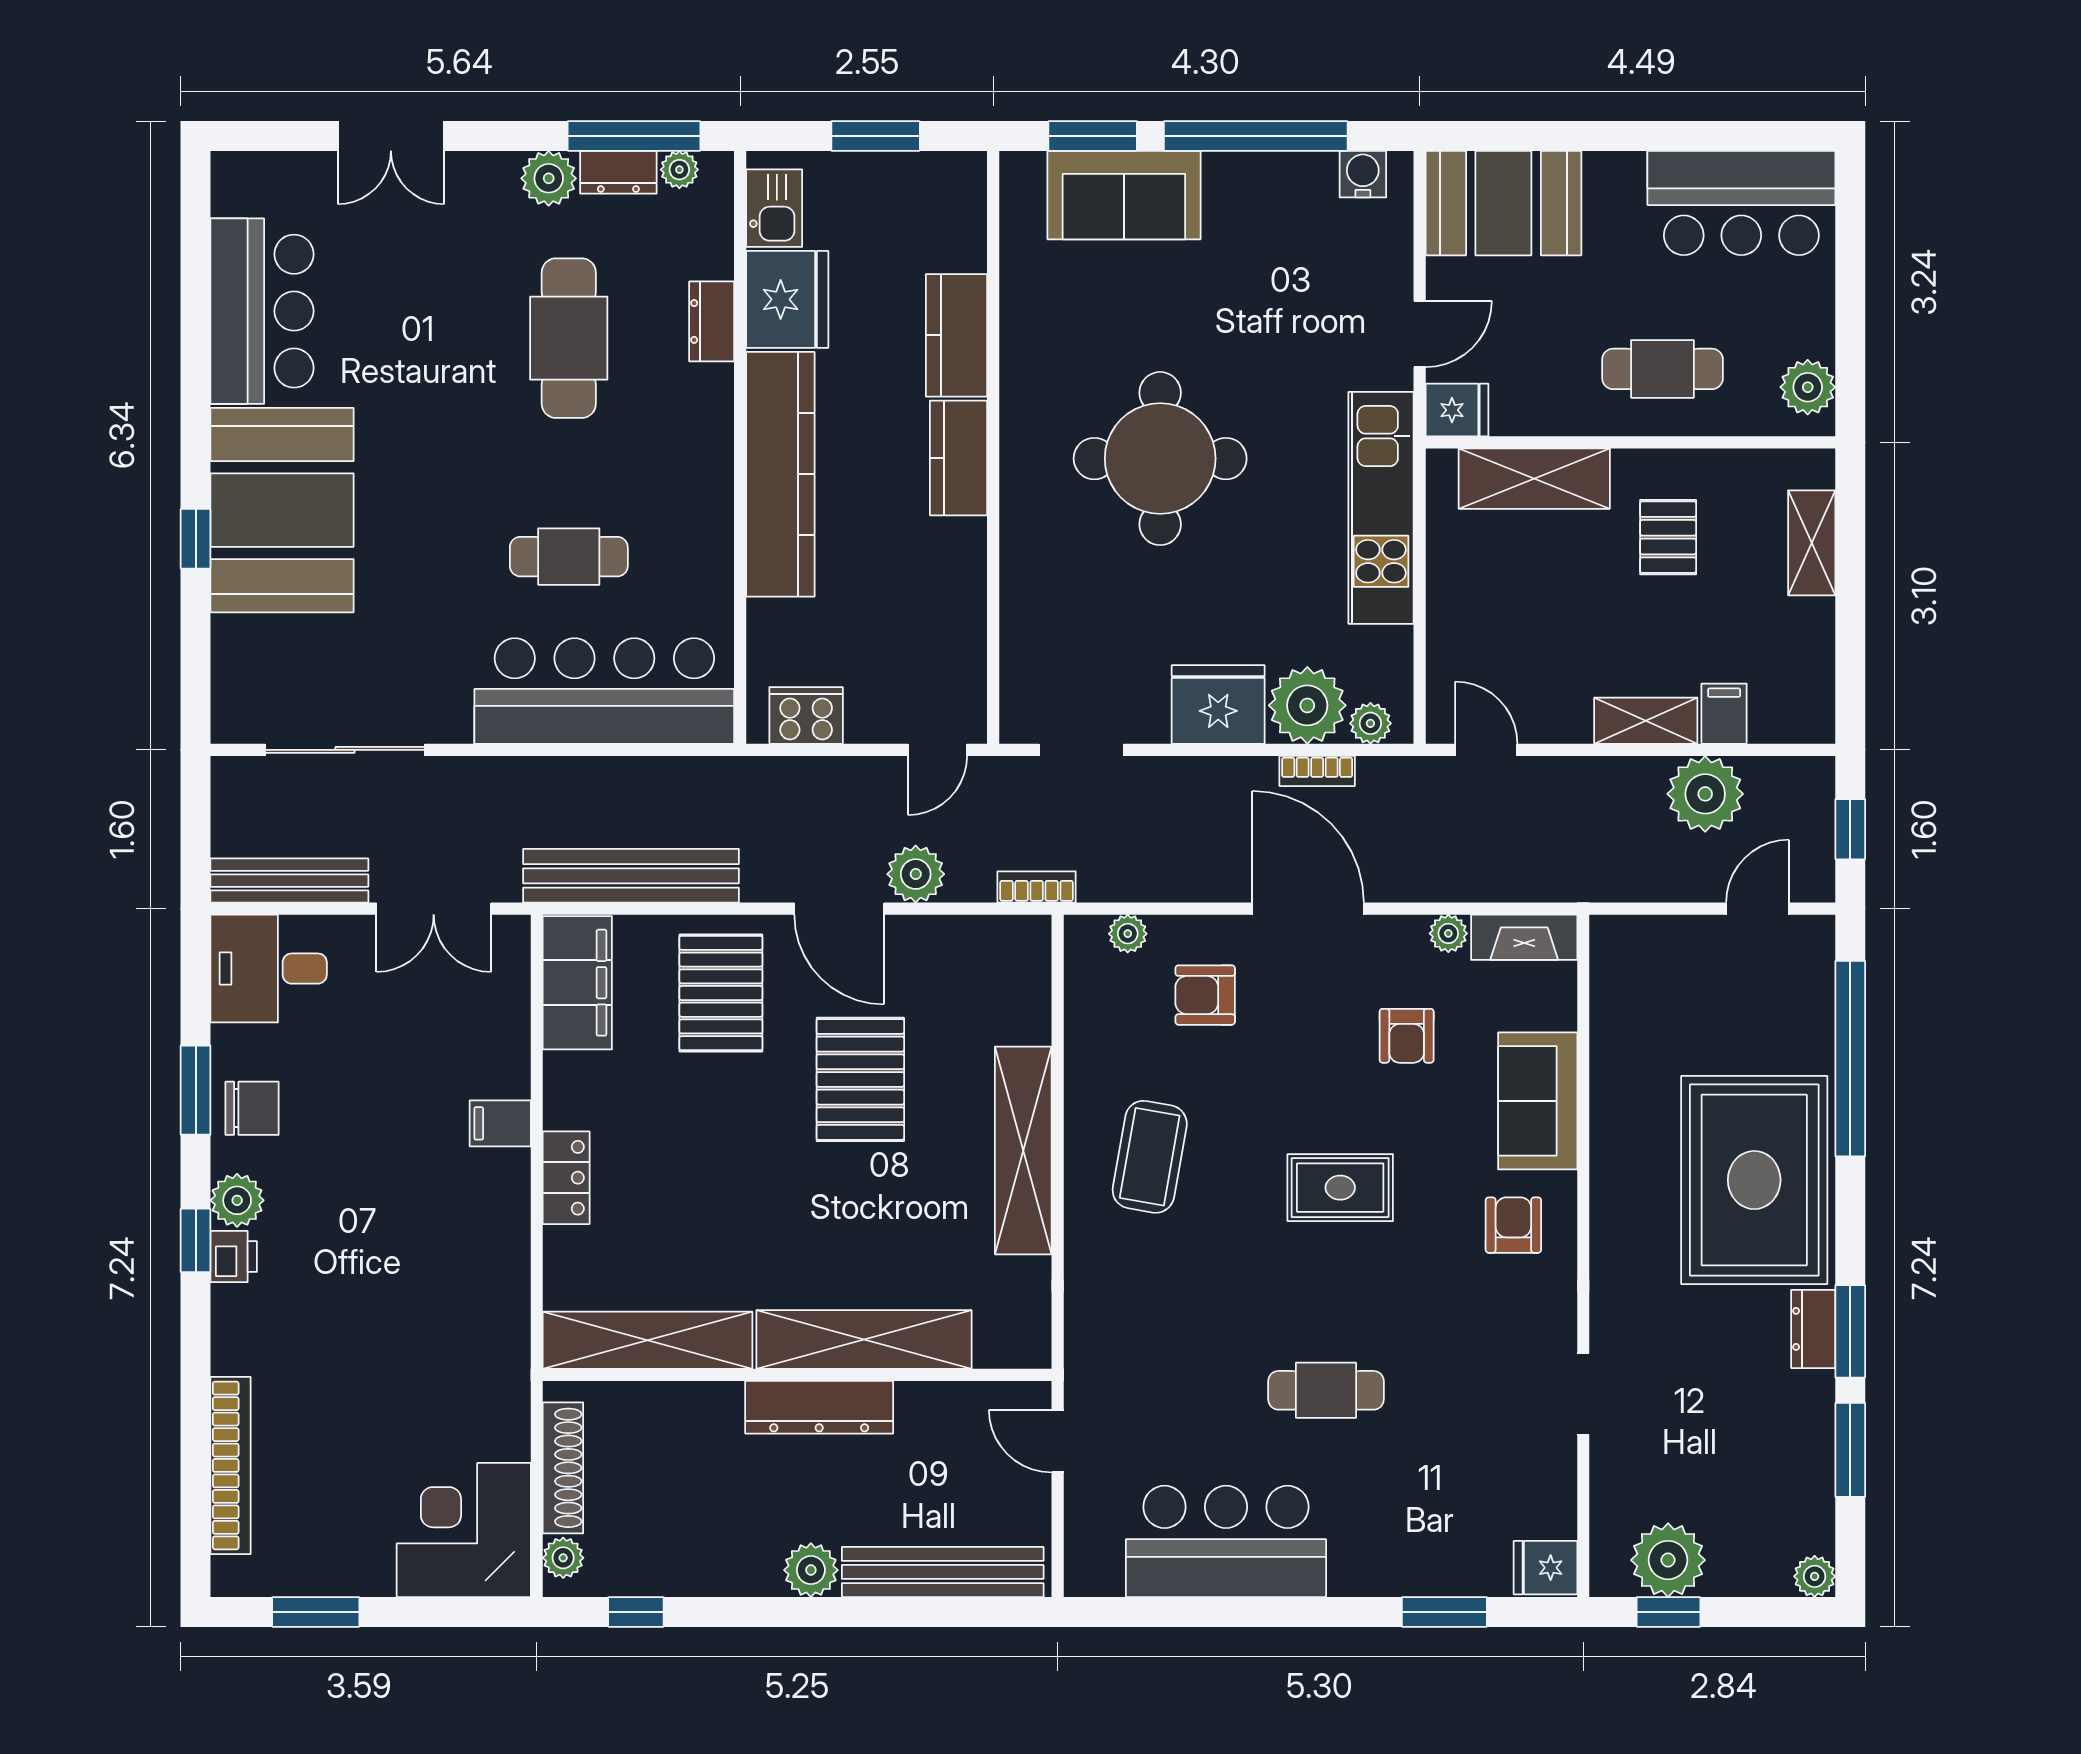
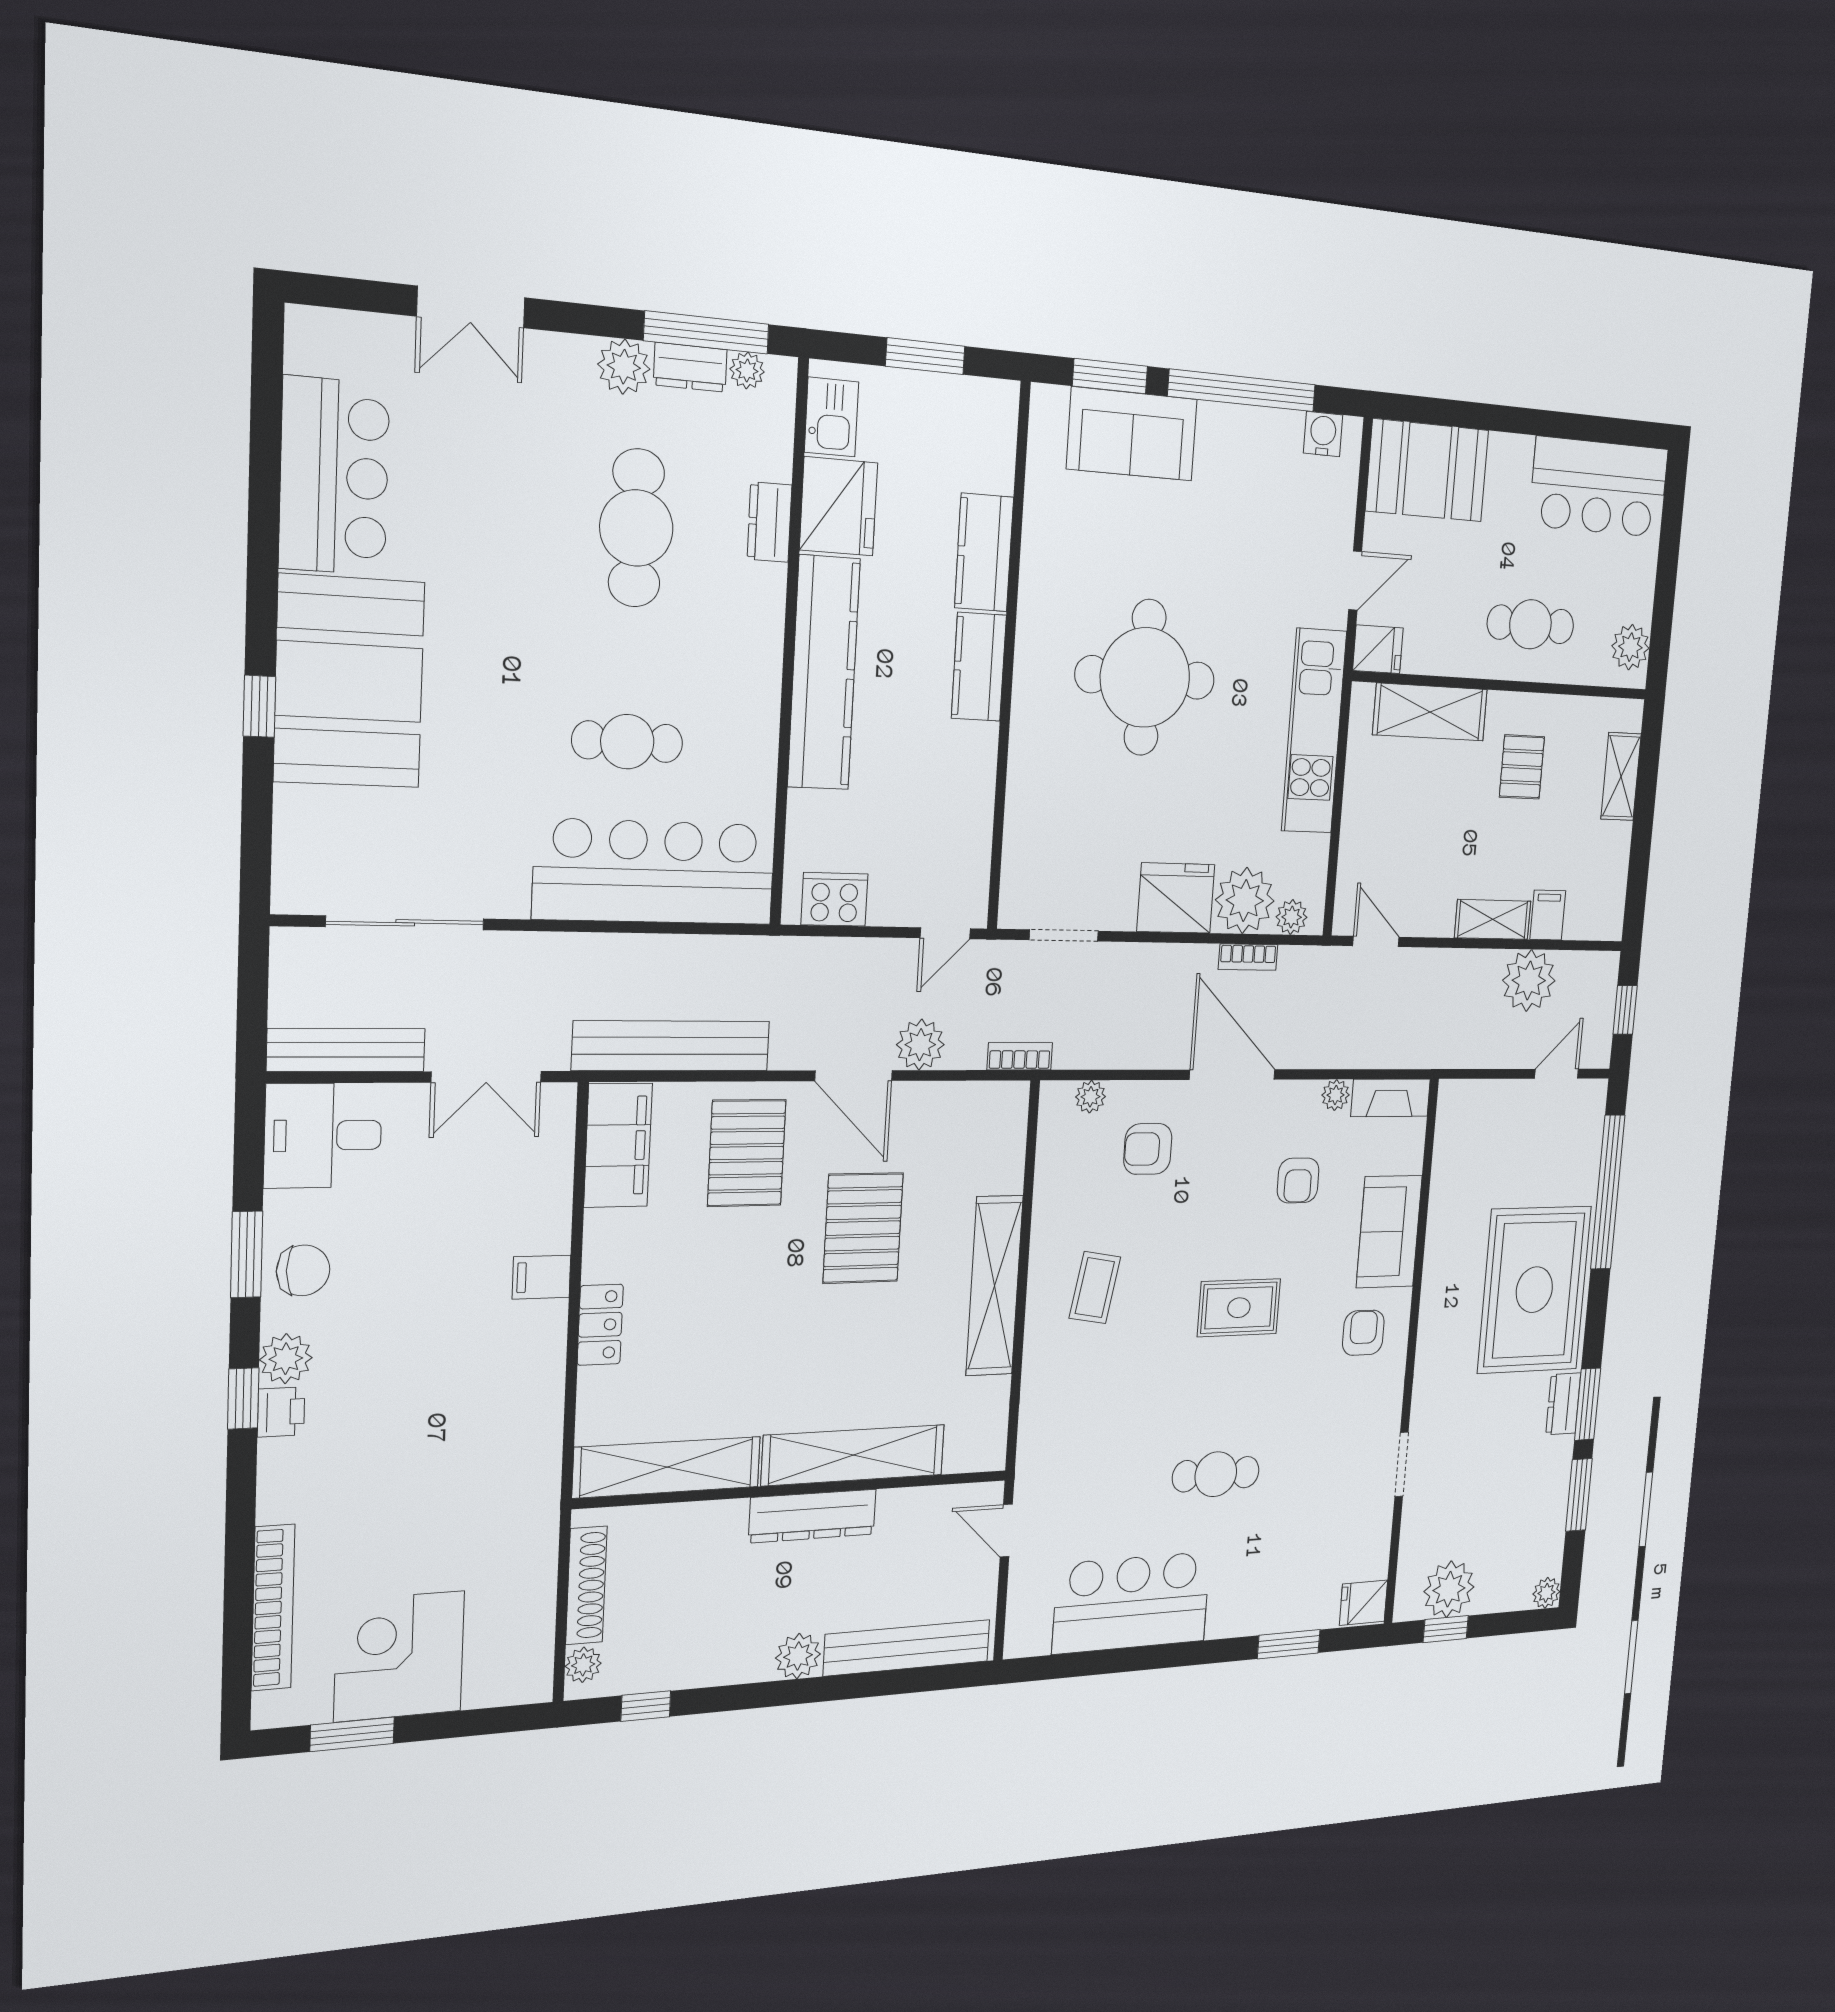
coffee table: (1150, 1157) -> (1095, 1288), width x0.73, depth x0.77
corner desk: (464, 1530) -> (399, 1656), moved

